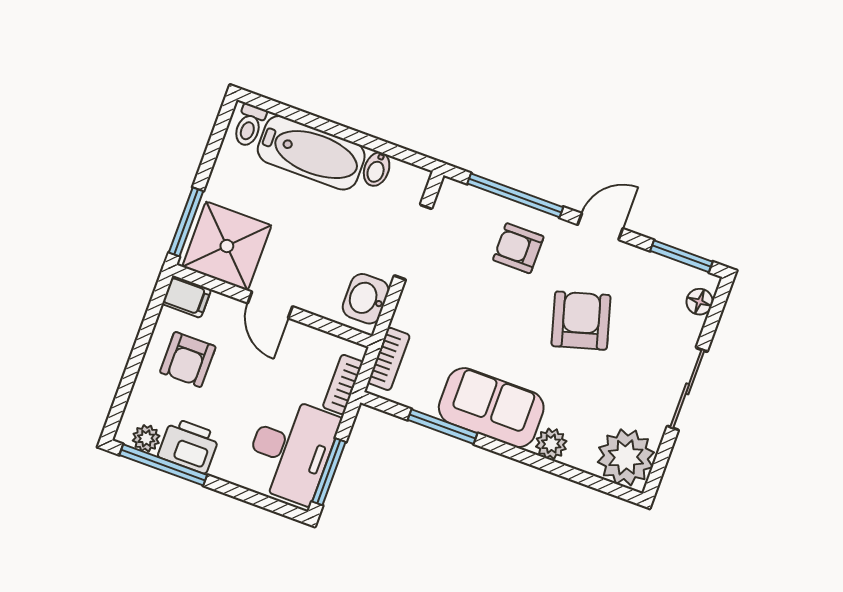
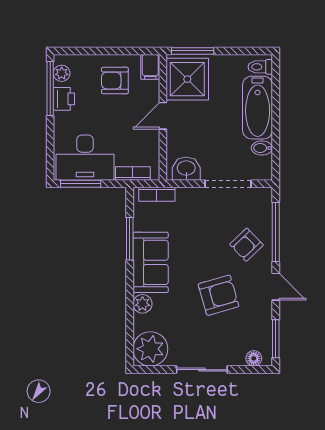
armchair: (518, 248) -> (246, 245), turned -134
printer: (189, 446) -> (64, 99), width x0.73, depth x0.81

